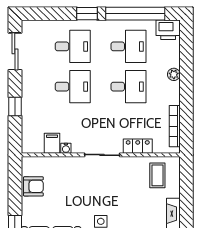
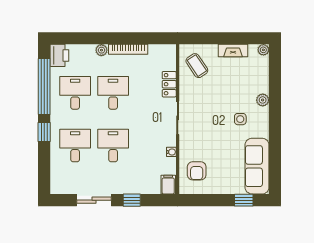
sliding door: (15, 51) -> (94, 200), moved
bookcase: (175, 126) -> (128, 49), moved
filing cabinet: (52, 143) -> (168, 185), moved, turned 90
coffee table: (157, 175) -> (197, 66), turned 56
armchair: (33, 186) -> (197, 171), moved, turned 180

